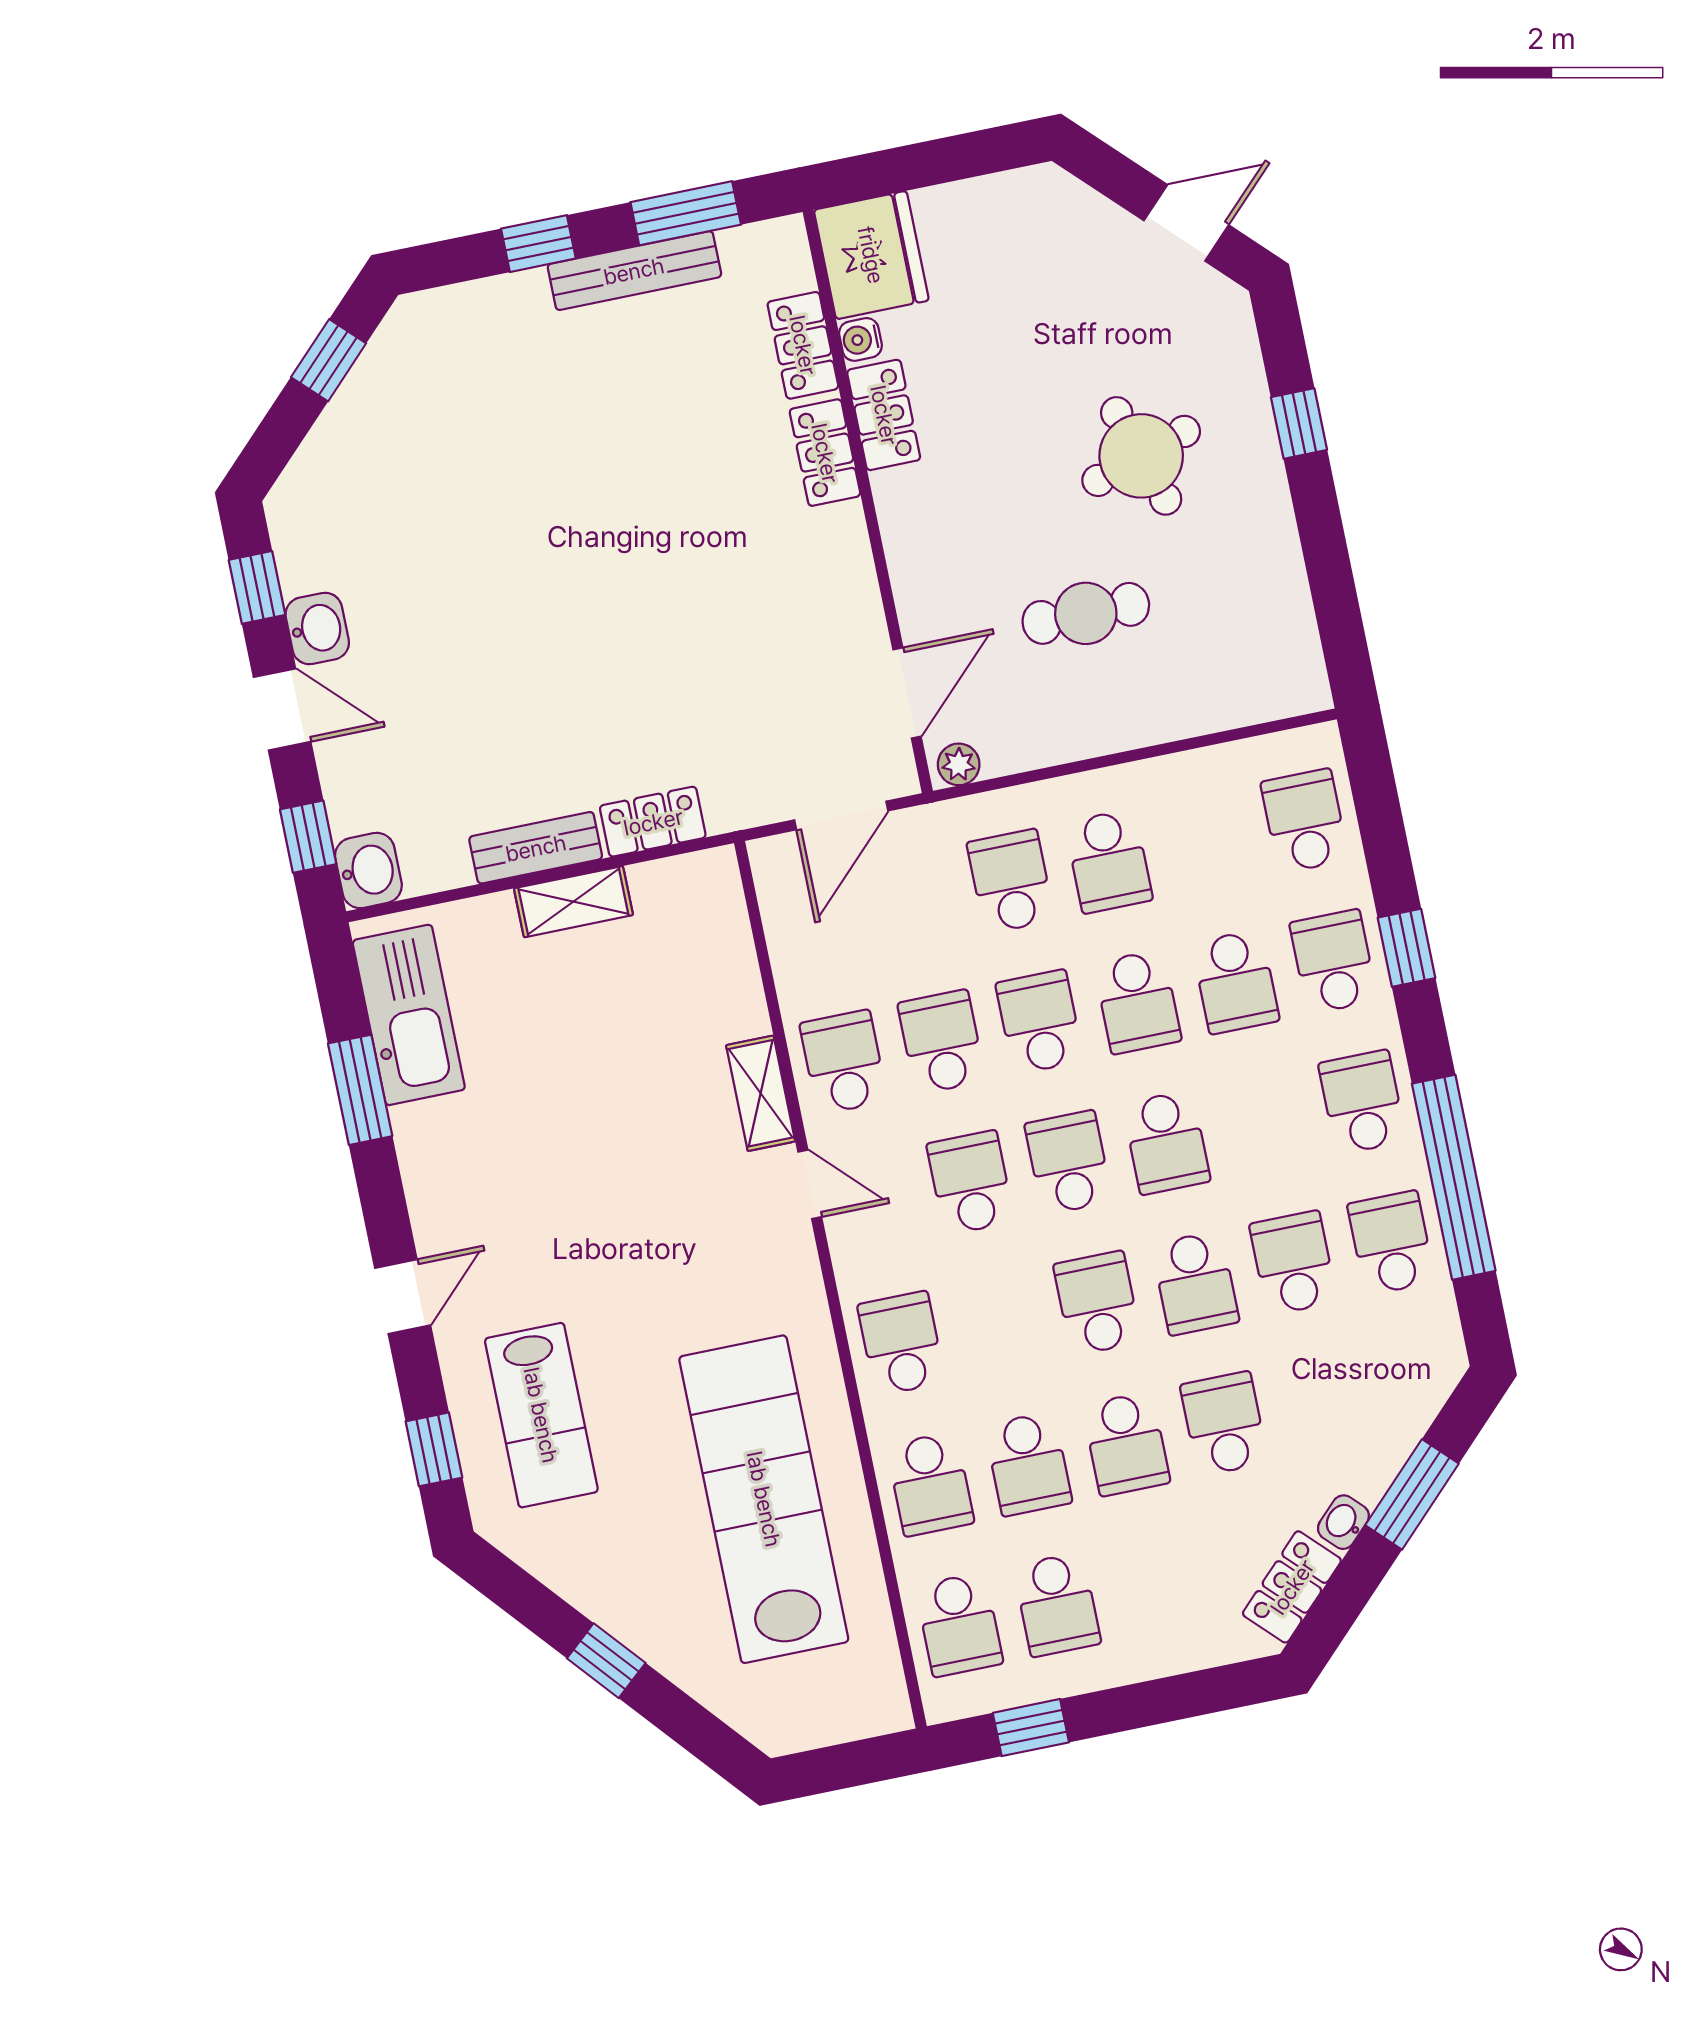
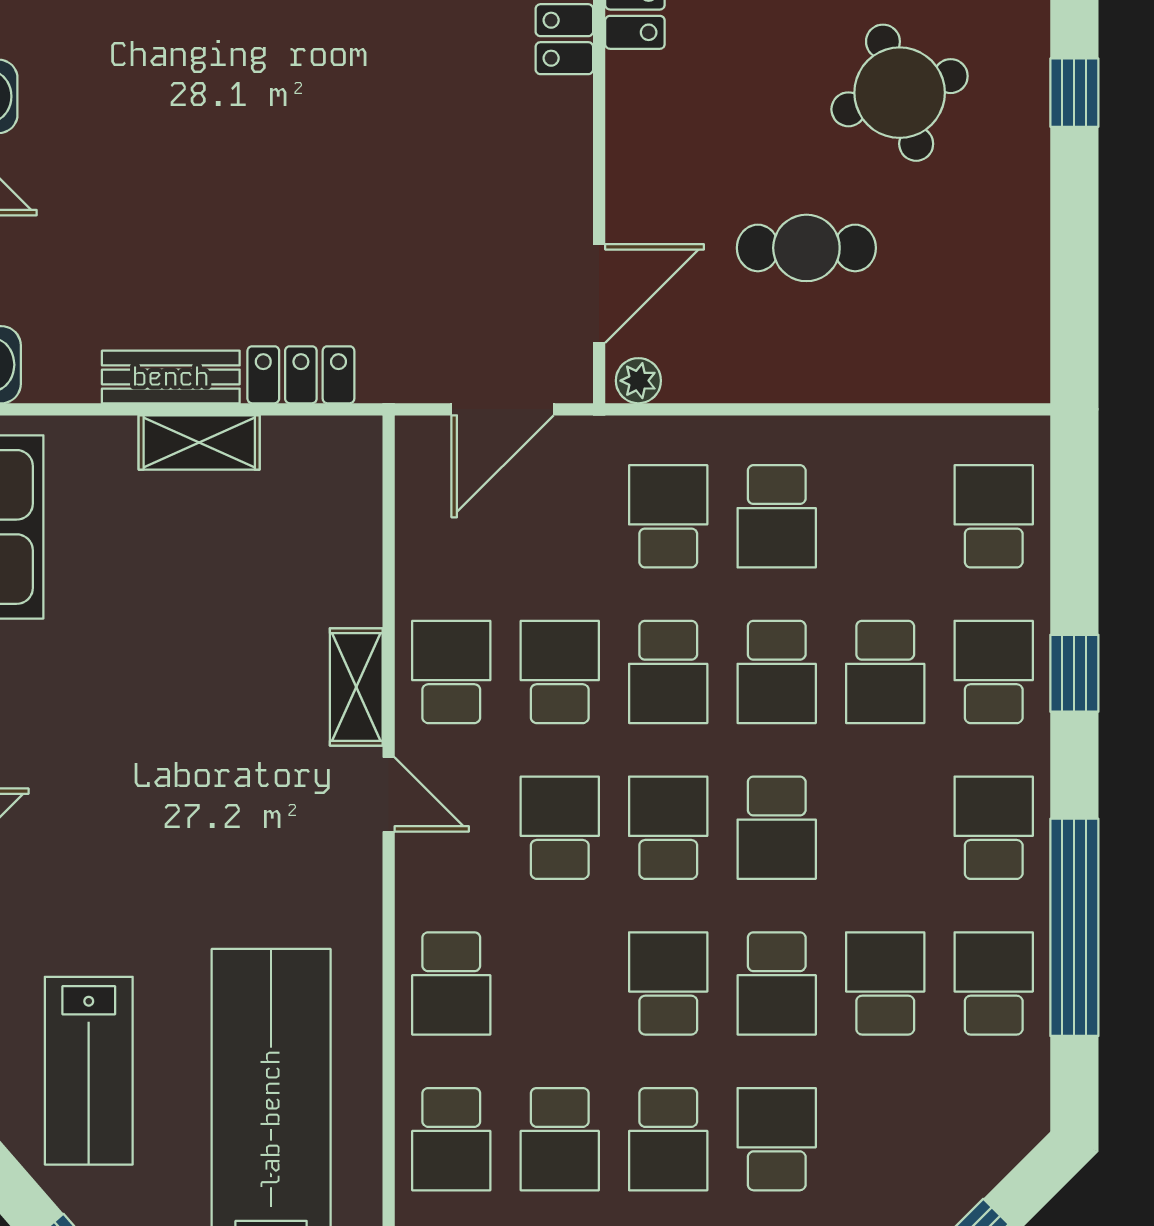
school desk: (1040, 1022) -> (668, 672), turned 180
school desk: (901, 1343) -> (451, 983), turned 180
lab bench: (541, 1415) -> (89, 1071), moved

